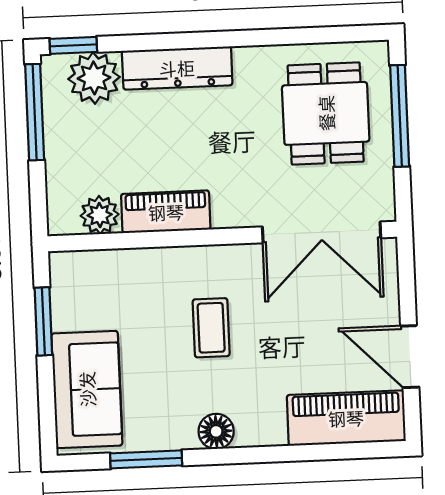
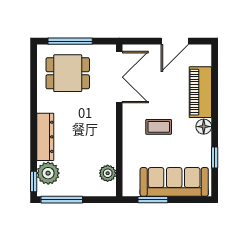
piano: (166, 212) -> (107, 144), removed
sofa: (87, 389) -> (174, 182), width x1.36
piano: (346, 418) -> (200, 92), moved
window: (146, 459) -> (215, 157), width x0.67

